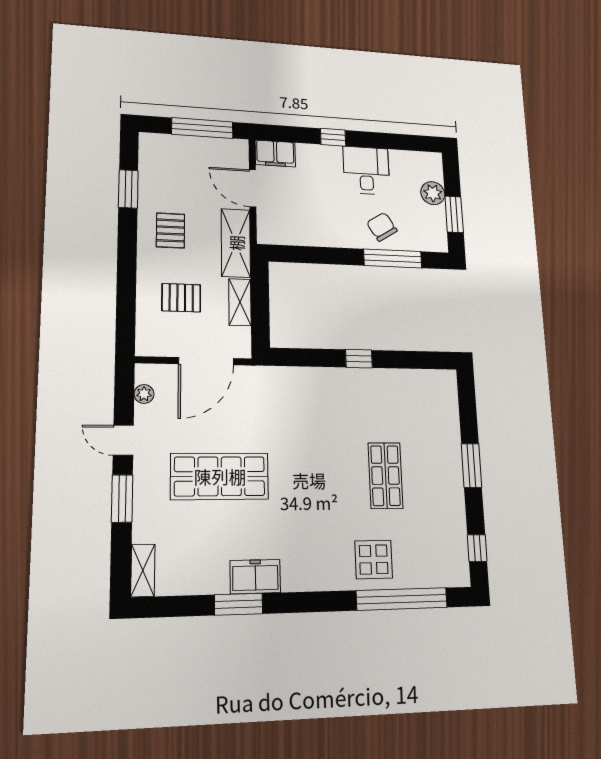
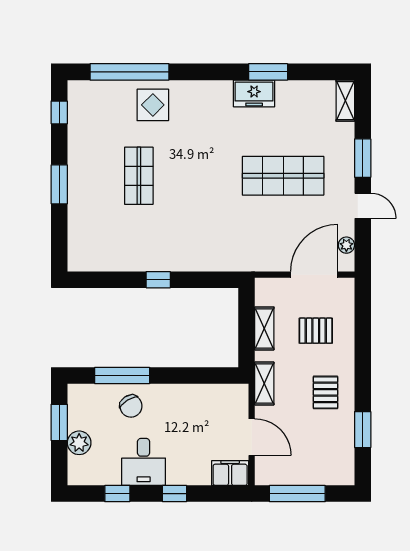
window: (392, 141) -> (117, 494), added
shelving: (236, 243) -> (264, 383), width x0.67, depth x0.75
door: (206, 361) -> (314, 275), moved

